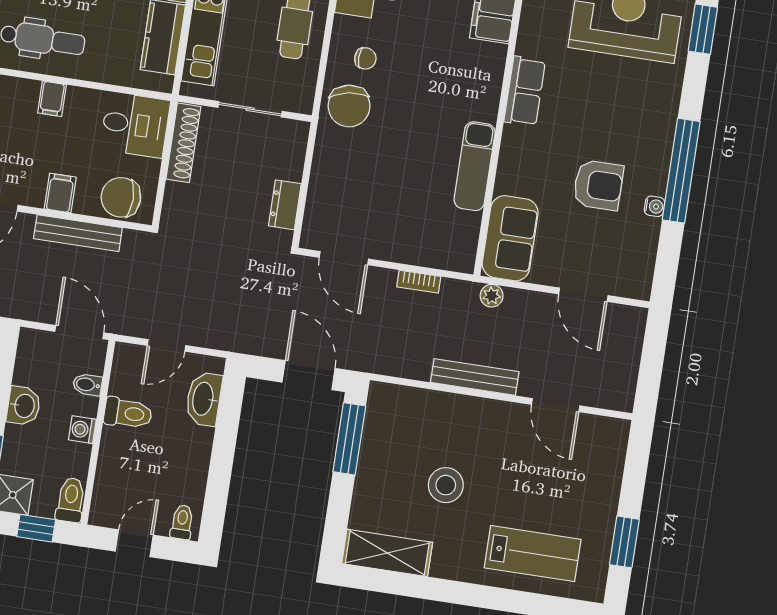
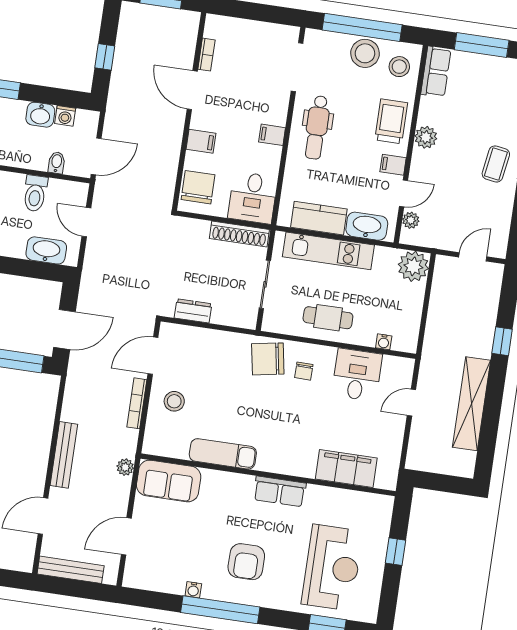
armchair: (598, 185) -> (246, 562), moved
stool: (405, 230) -> (174, 401), added
bench: (78, 233) -> (71, 570), moved, turned 90
bookcase: (419, 282) -> (137, 403), width x1.56
washing machine: (82, 430) -> (65, 116), moved, turned 180

